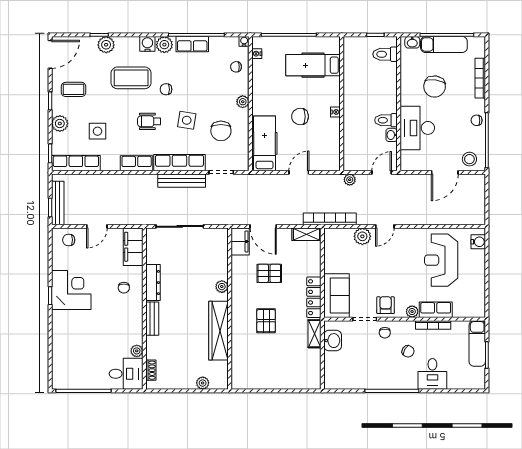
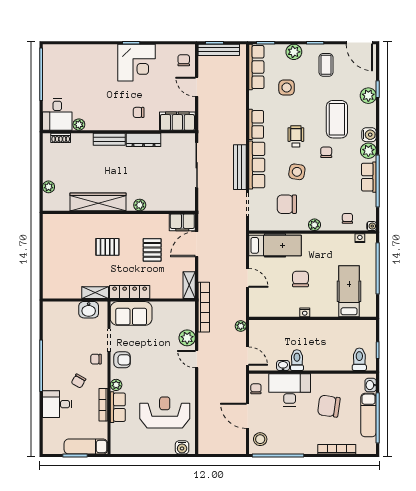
chair: (477, 120) -> (256, 389), moved

